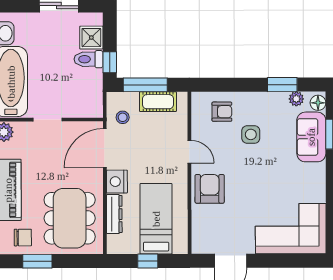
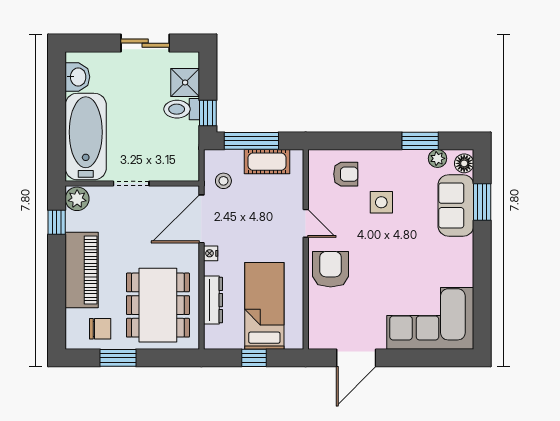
nightstand: (117, 182) -> (211, 253), width x0.53, depth x0.56

